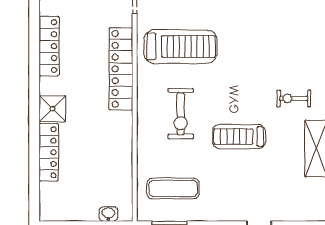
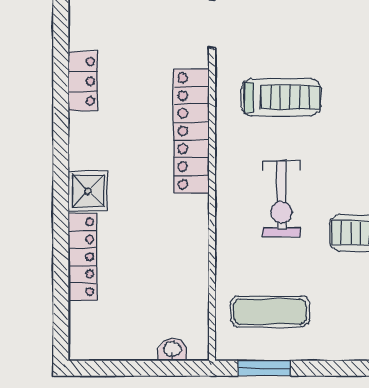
locker: (49, 46) -> (83, 81), width x0.66
treadmill: (180, 46) -> (281, 97), width x0.73, depth x0.73

